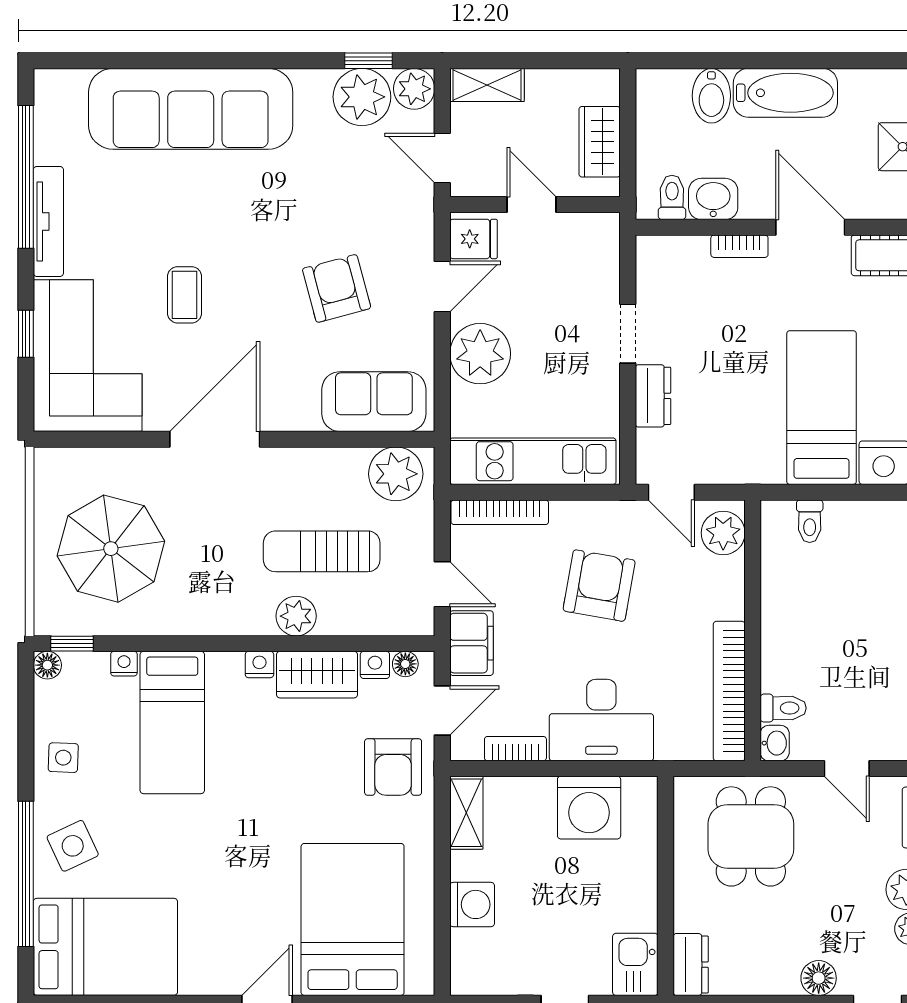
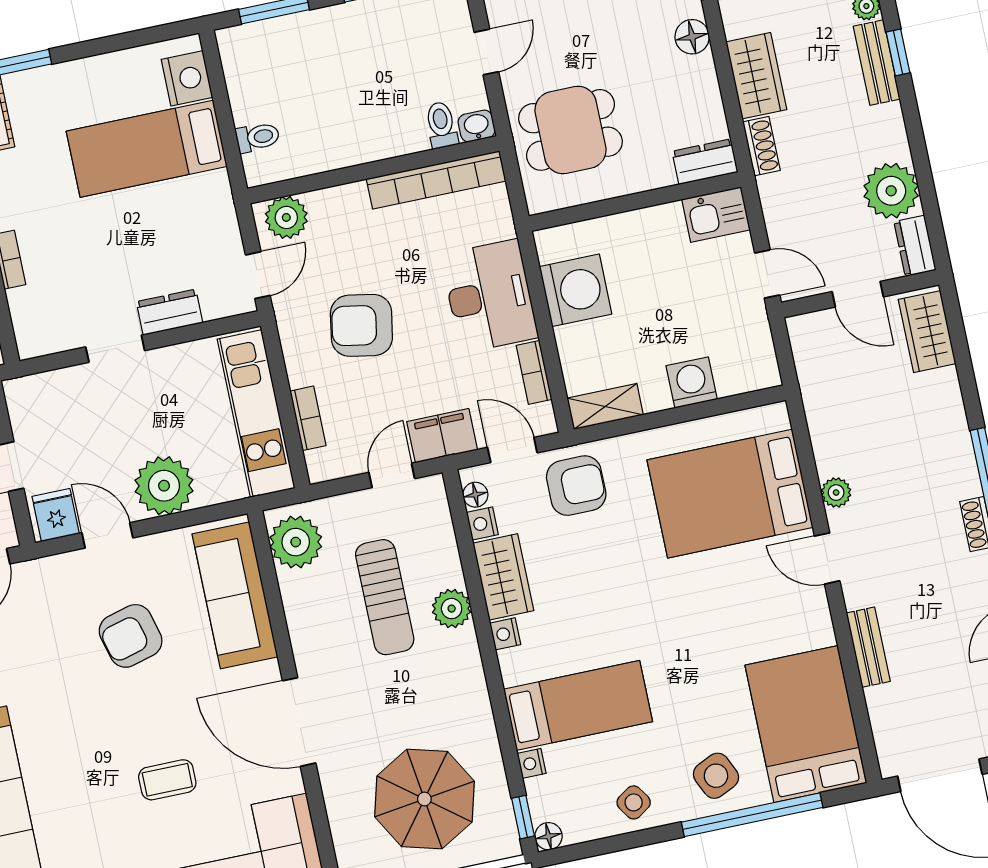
sofa: (374, 402) -> (235, 595), width x1.36
bookcase: (500, 512) -> (308, 418), width x0.64
side table: (63, 758) -> (634, 802), turned -36

